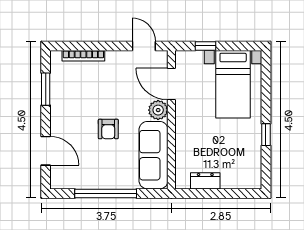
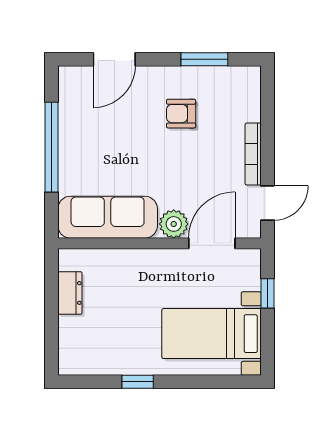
bookcase: (83, 56) -> (253, 154), moved
armchair: (108, 129) -> (181, 114), moved

